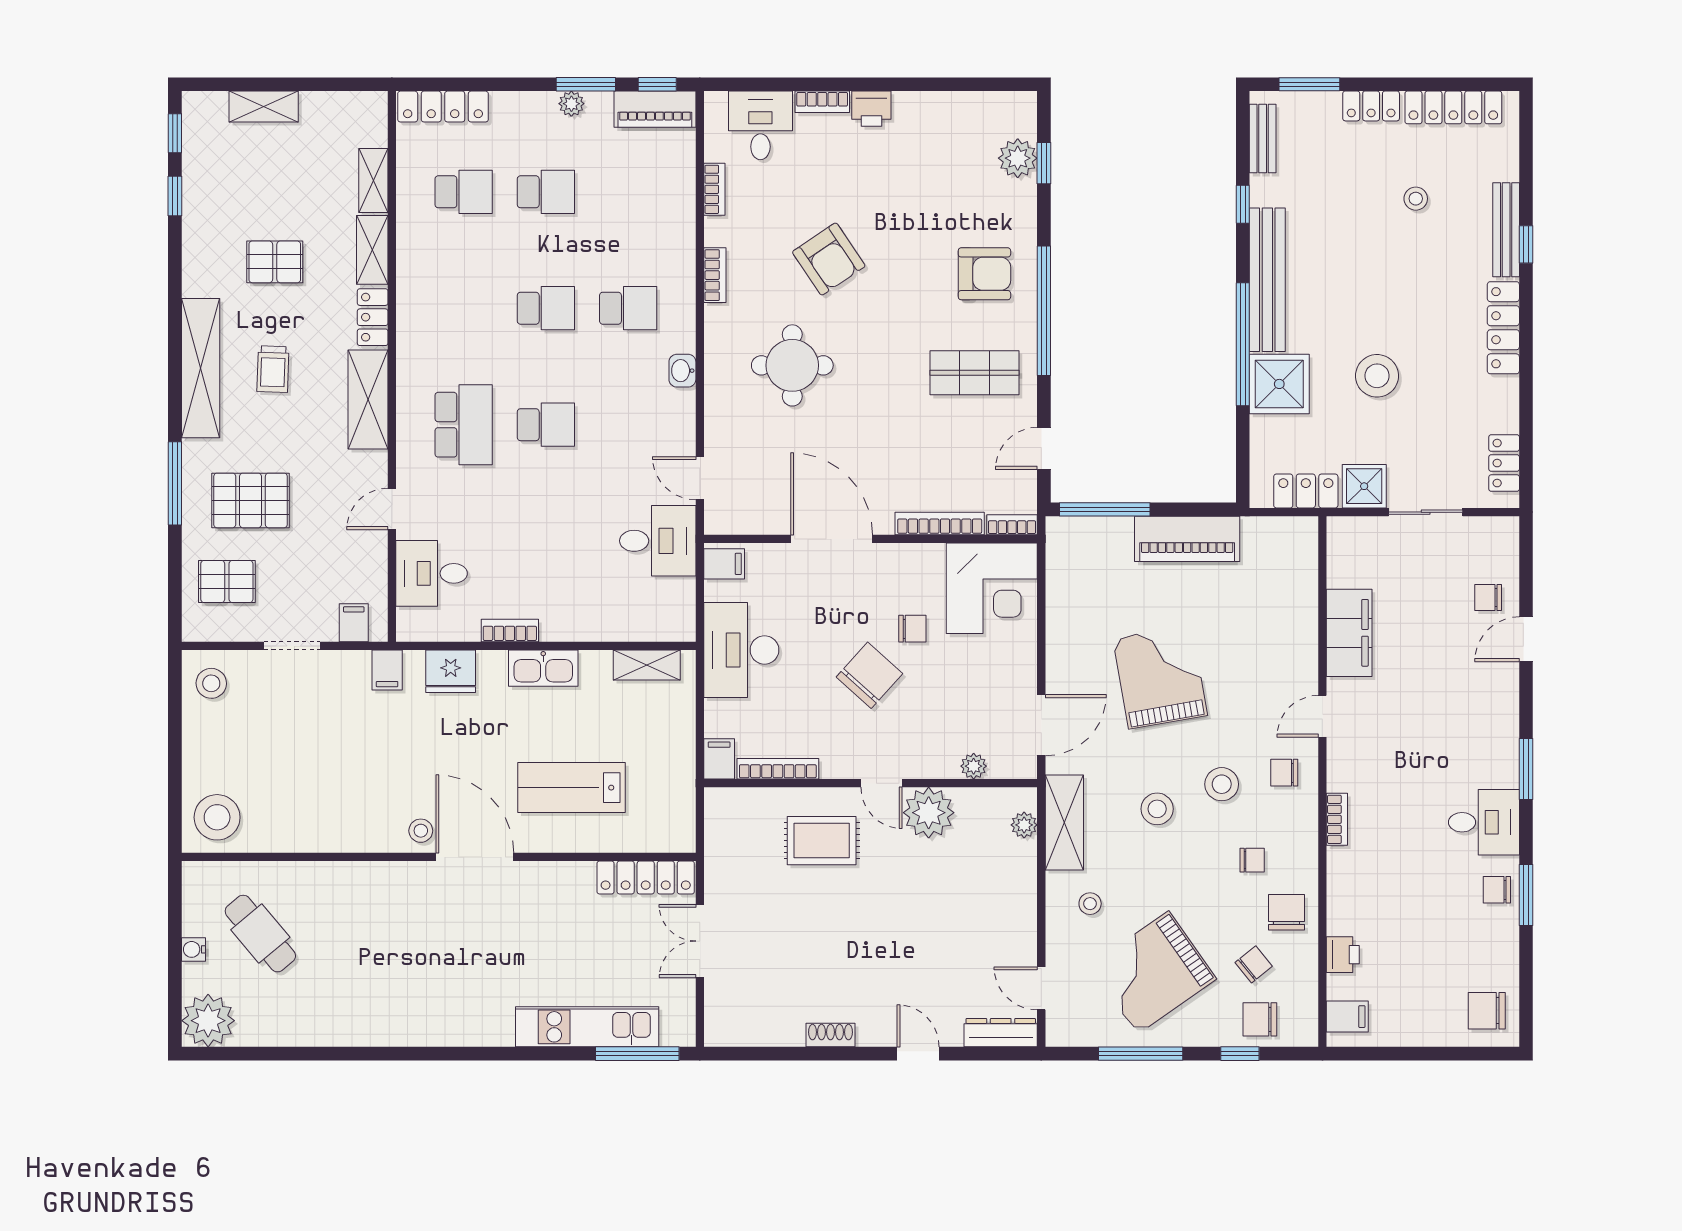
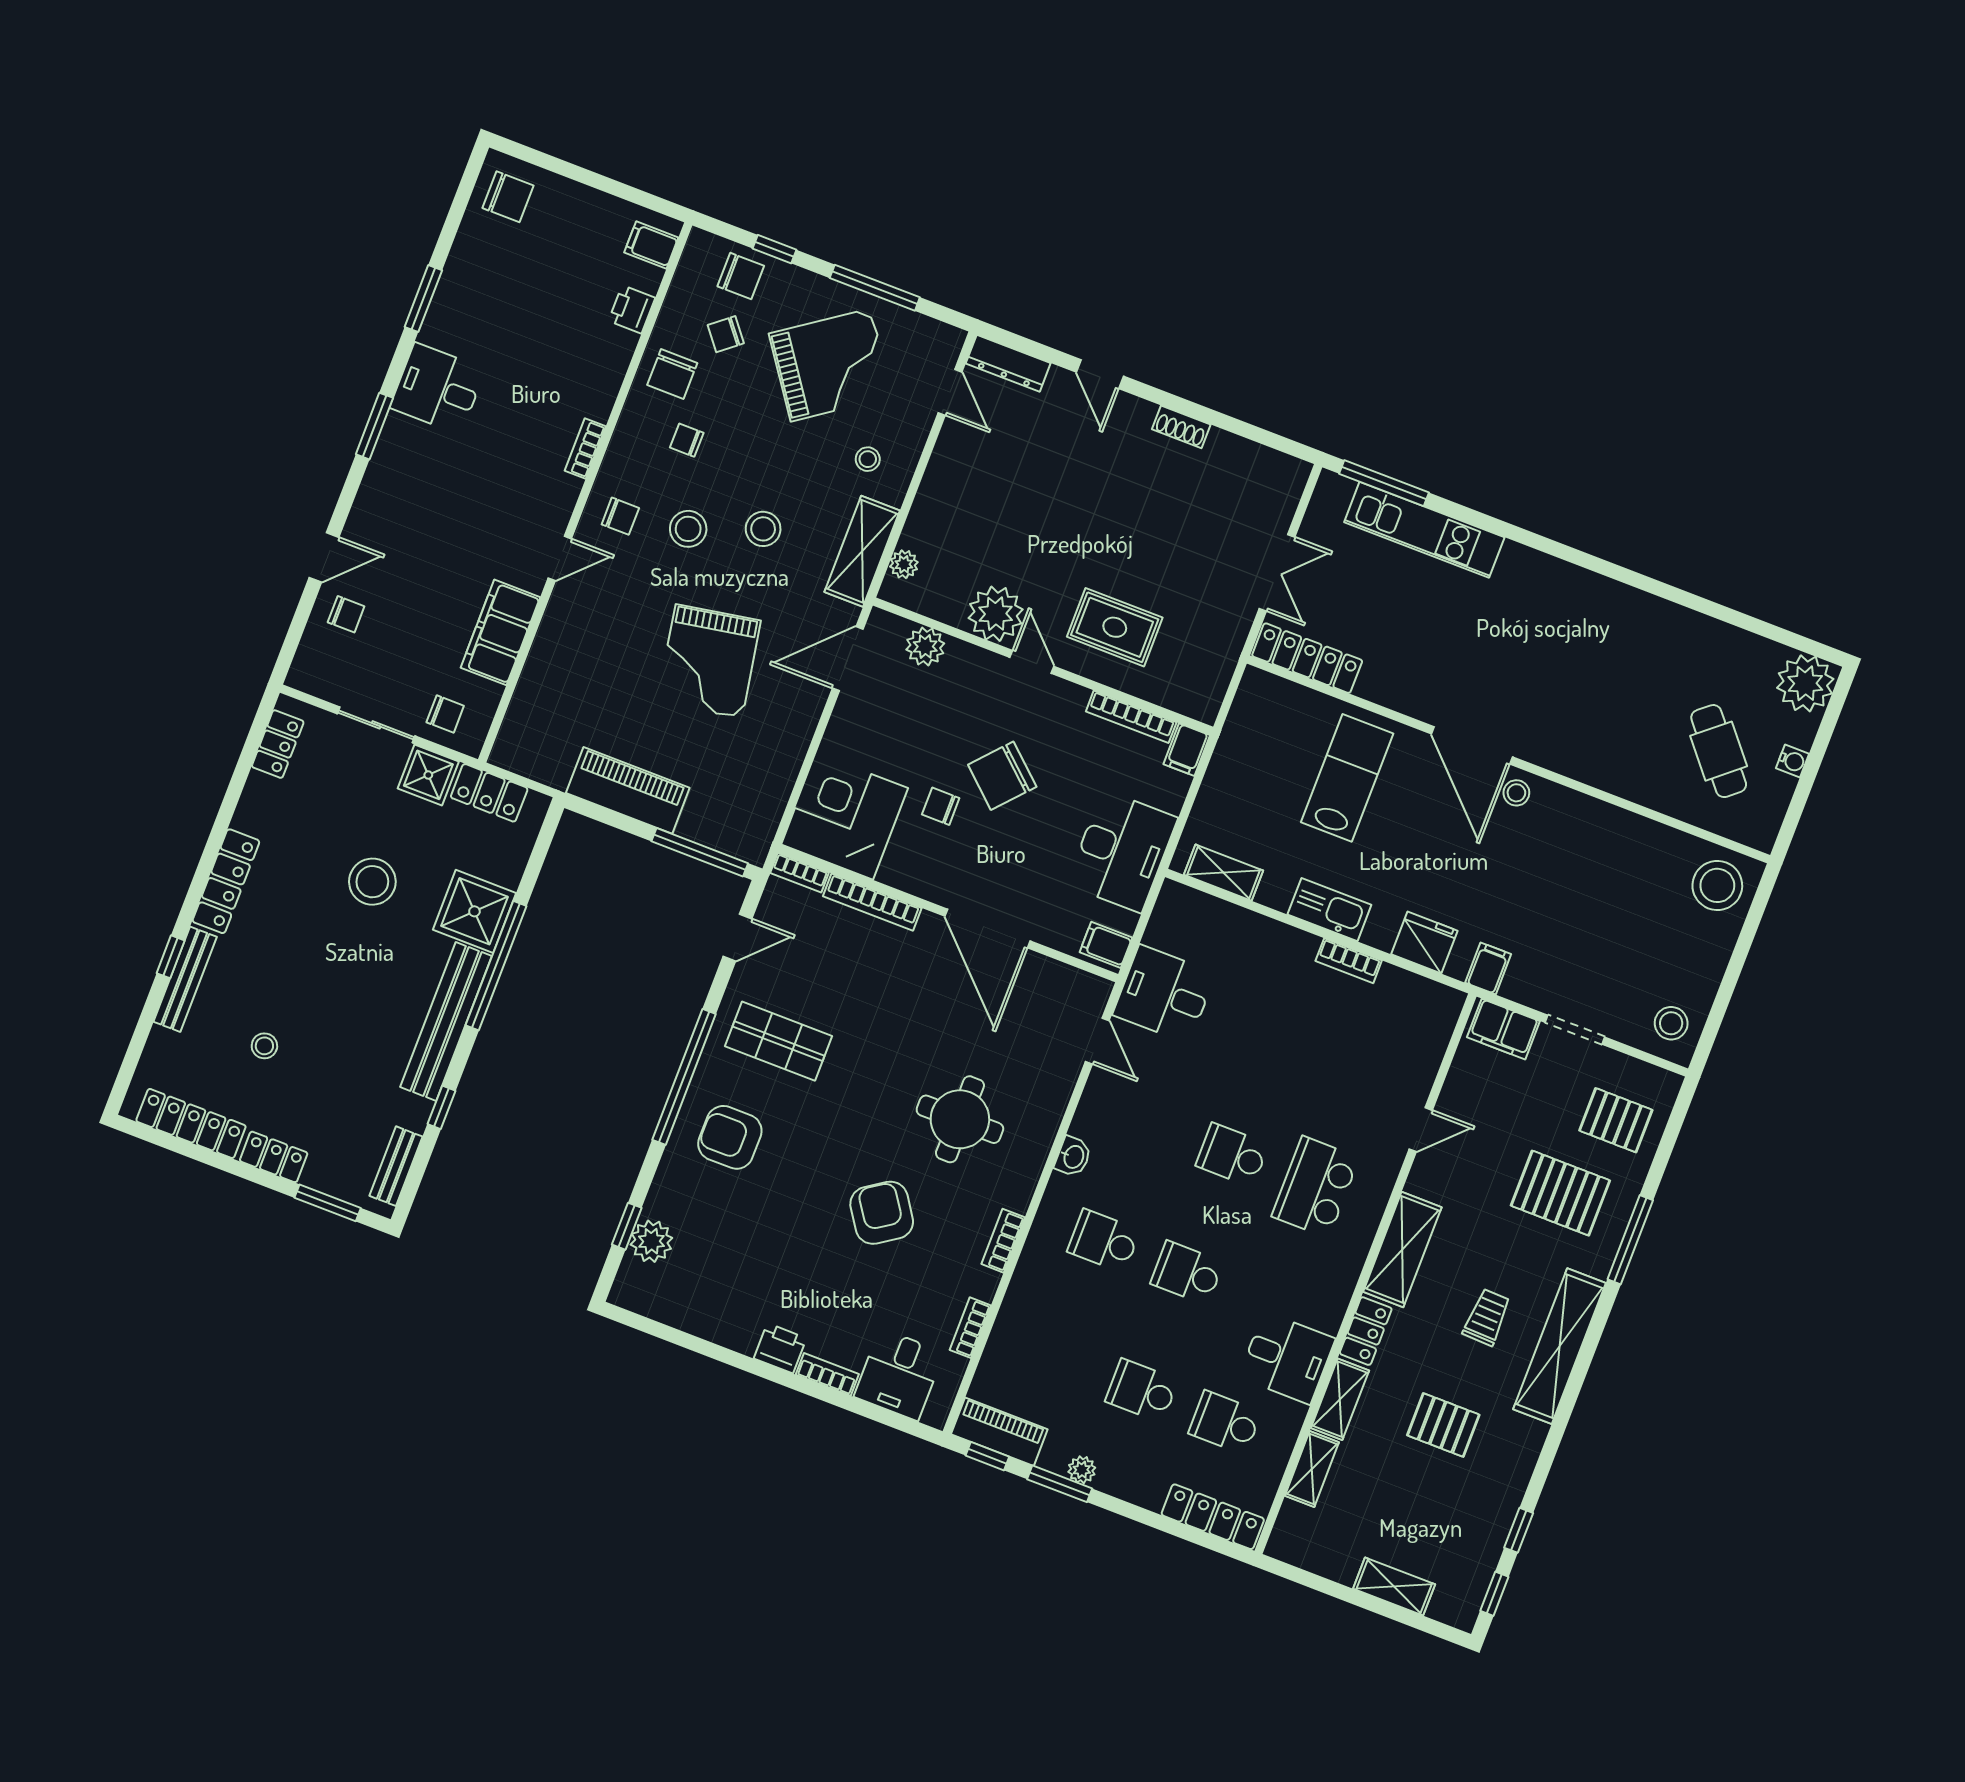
desk: (432, 573) -> (1287, 1358), moved
filing cabinet: (354, 623) -> (1503, 1029), width x2.00
plant: (974, 766) -> (925, 646), width x1.38, depth x1.38
lab bench: (572, 788) -> (1347, 778), turned -90
chair: (1497, 890) -> (445, 714), moved

